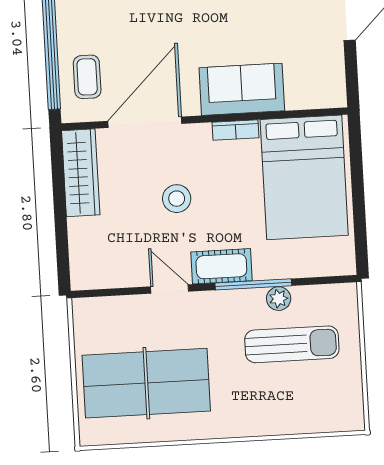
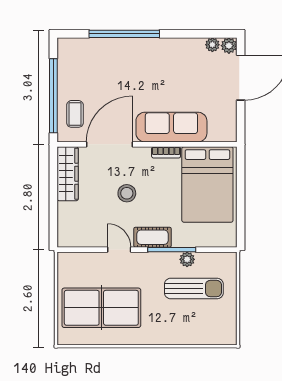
sofa: (242, 89) -> (171, 127), width x1.36

